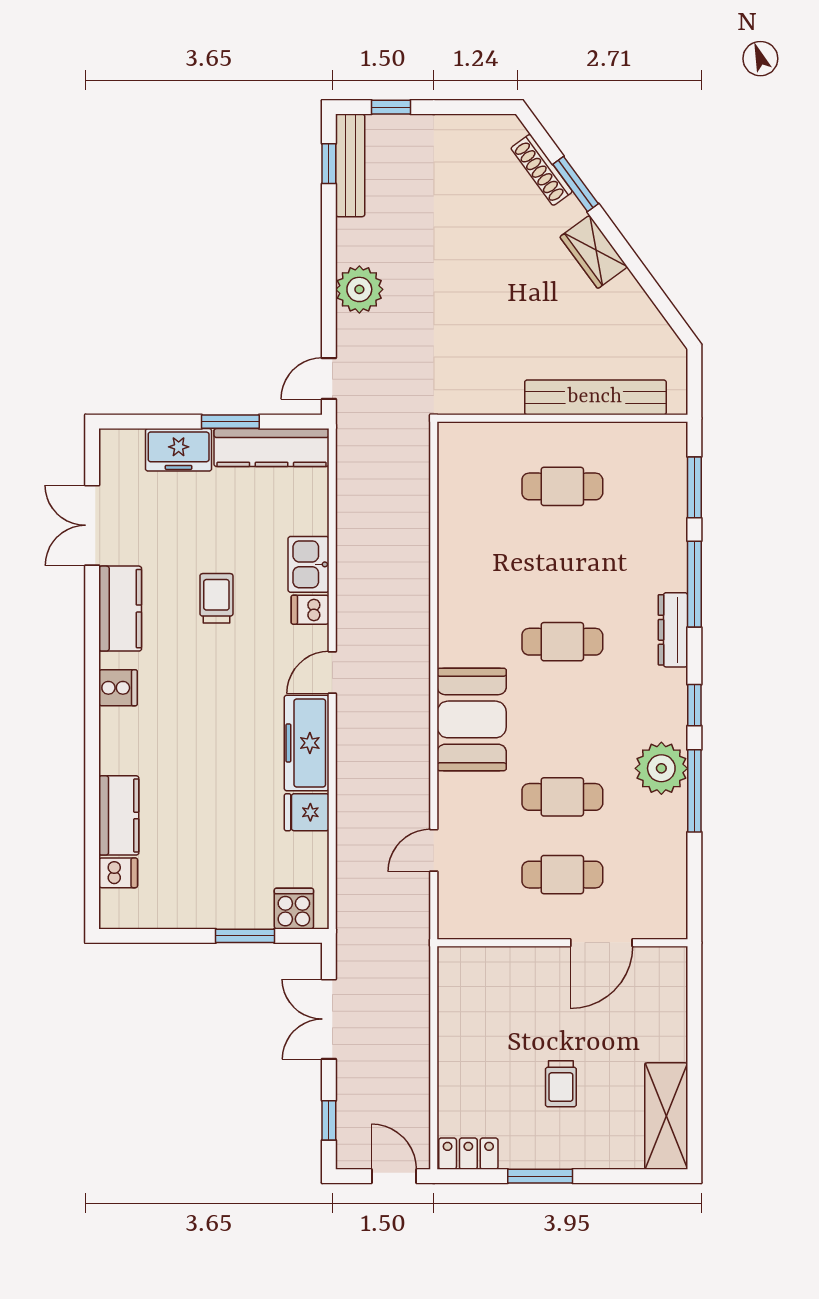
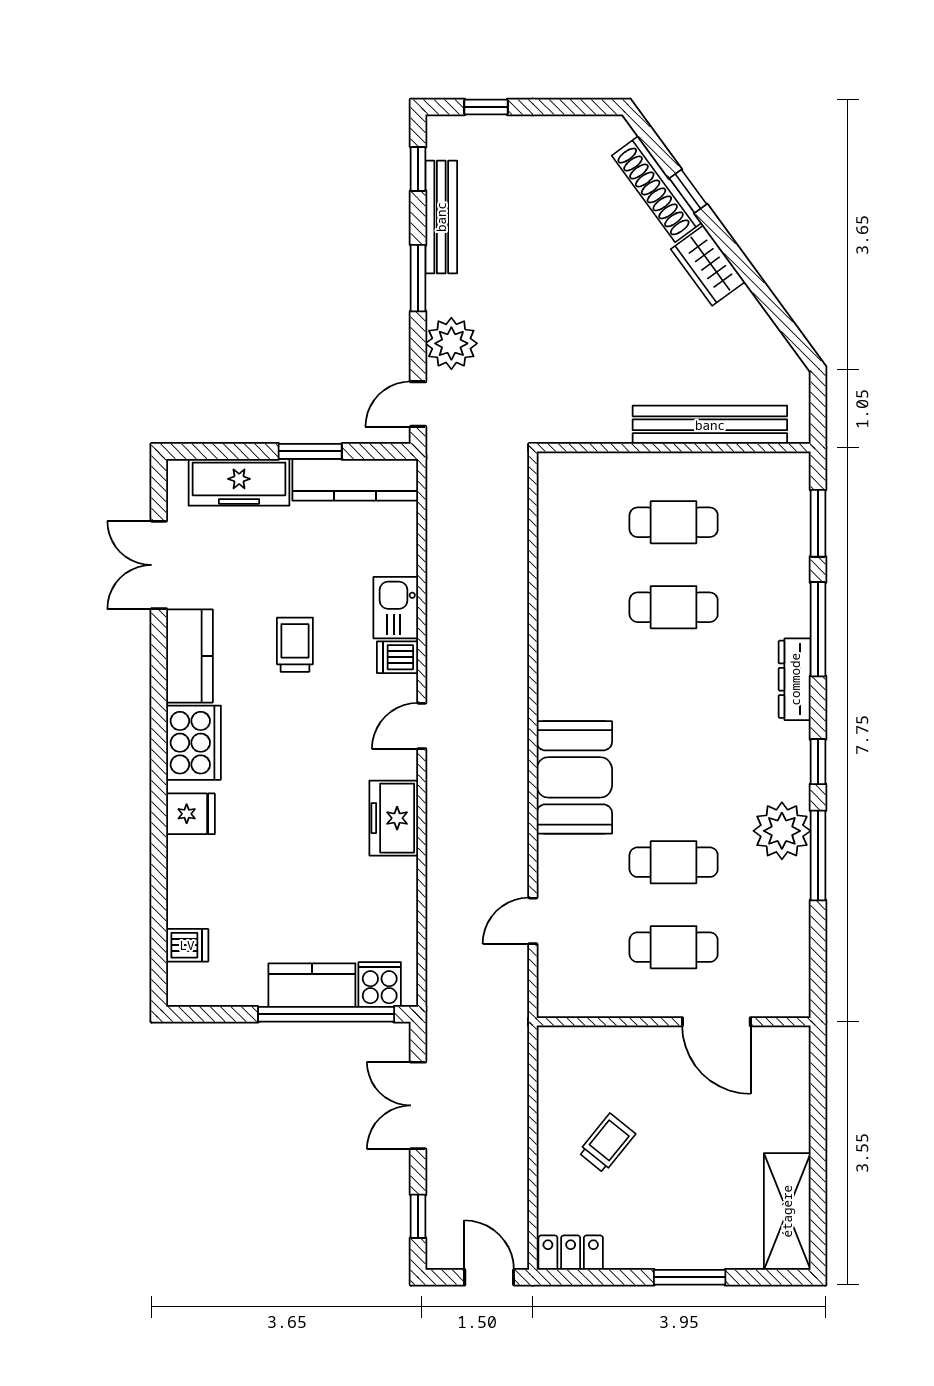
bench: (350, 165) -> (441, 217), moved
shoe rack: (542, 170) -> (657, 189), width x1.36, depth x1.24
window: (576, 184) -> (688, 191), width x0.67
window: (329, 263) -> (418, 278), added
plant: (359, 289) -> (451, 343), moved
freezer: (179, 450) -> (239, 482), width x1.40
cafe table: (562, 642) -> (674, 607), moved
cooker: (118, 688) -> (194, 743), width x1.87, depth x1.31
freezer: (307, 743) -> (394, 818), width x0.71
fridge: (307, 812) -> (191, 814), moved, turned 180
kitchen counter: (119, 815) -> (312, 985), moved, turned -90
window: (245, 936) -> (326, 1014), width x2.11
door: (601, 943) -> (716, 1022), hinge flipped
trolley: (561, 1084) -> (607, 1143), moved, turned -141
window: (540, 1176) -> (690, 1277), moved

